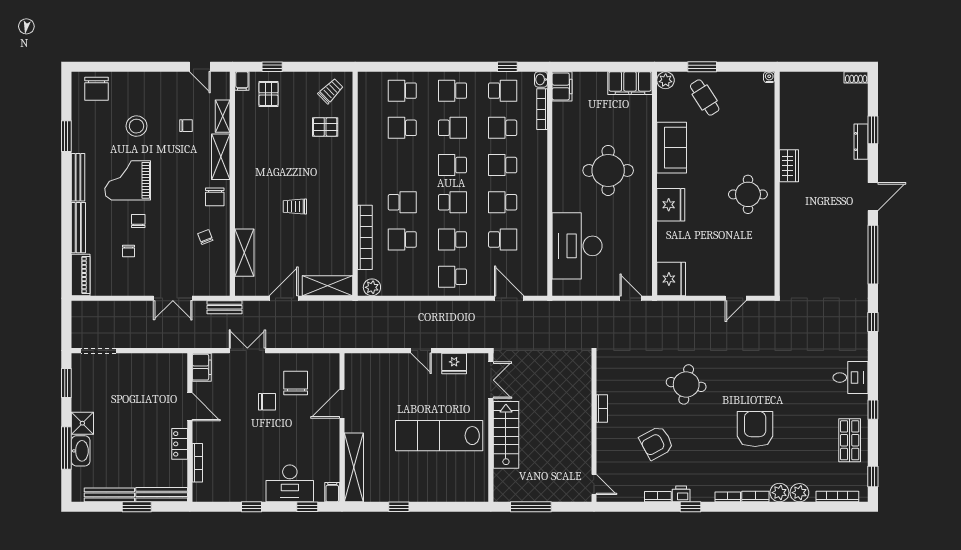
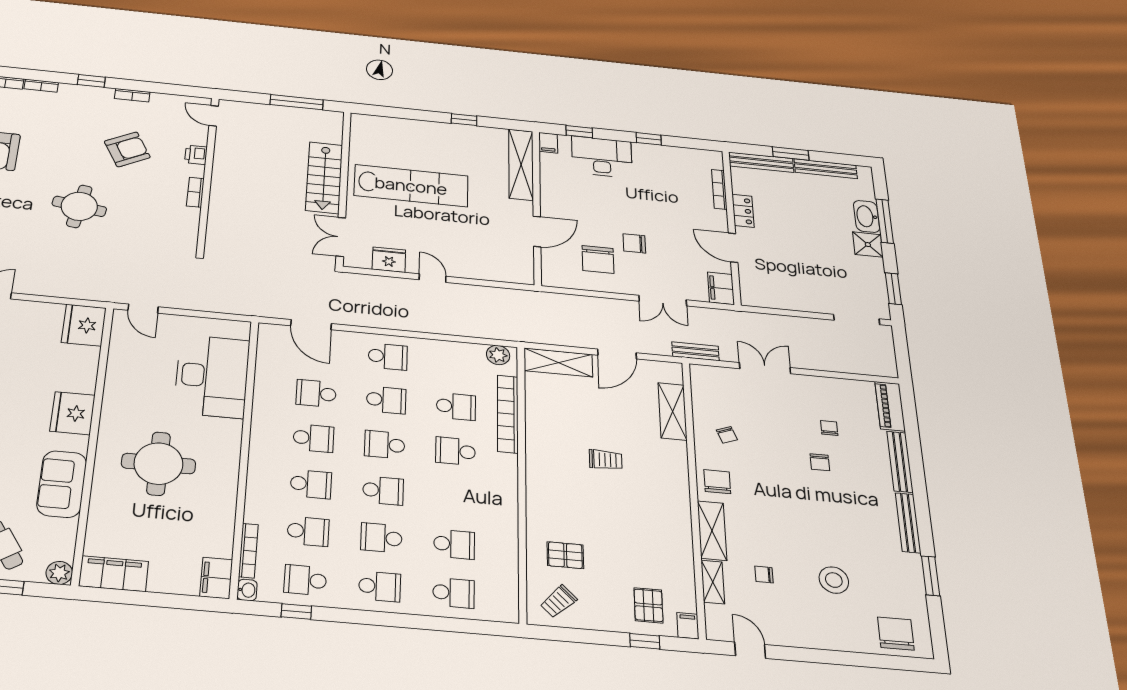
grand piano: (128, 180) -> (839, 513), removed
printer: (681, 494) -> (196, 155), moved, turned 90

